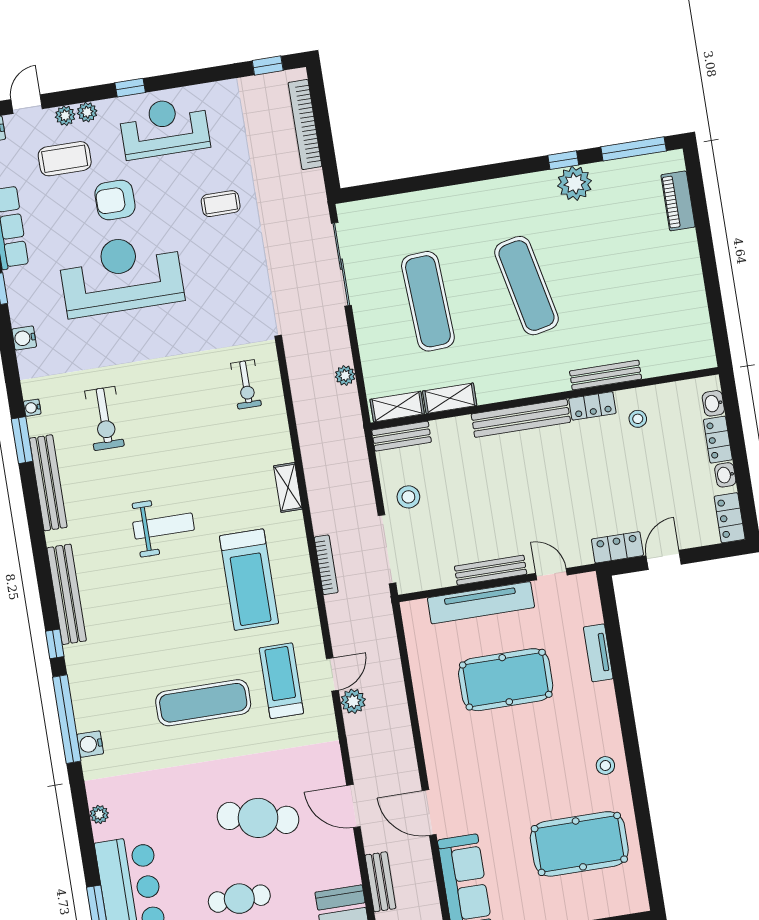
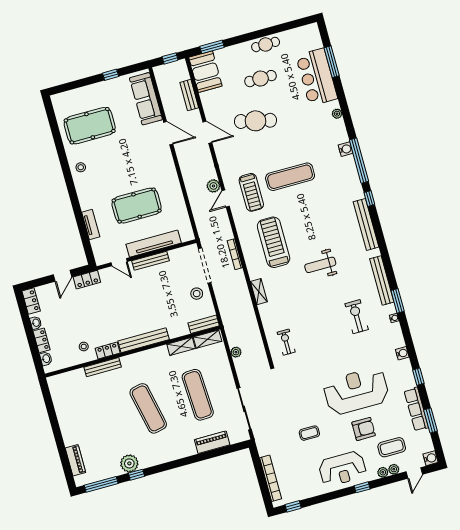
piano: (410, 207) -> (212, 442), added
reception desk: (121, 275) -> (356, 391), turned 180

